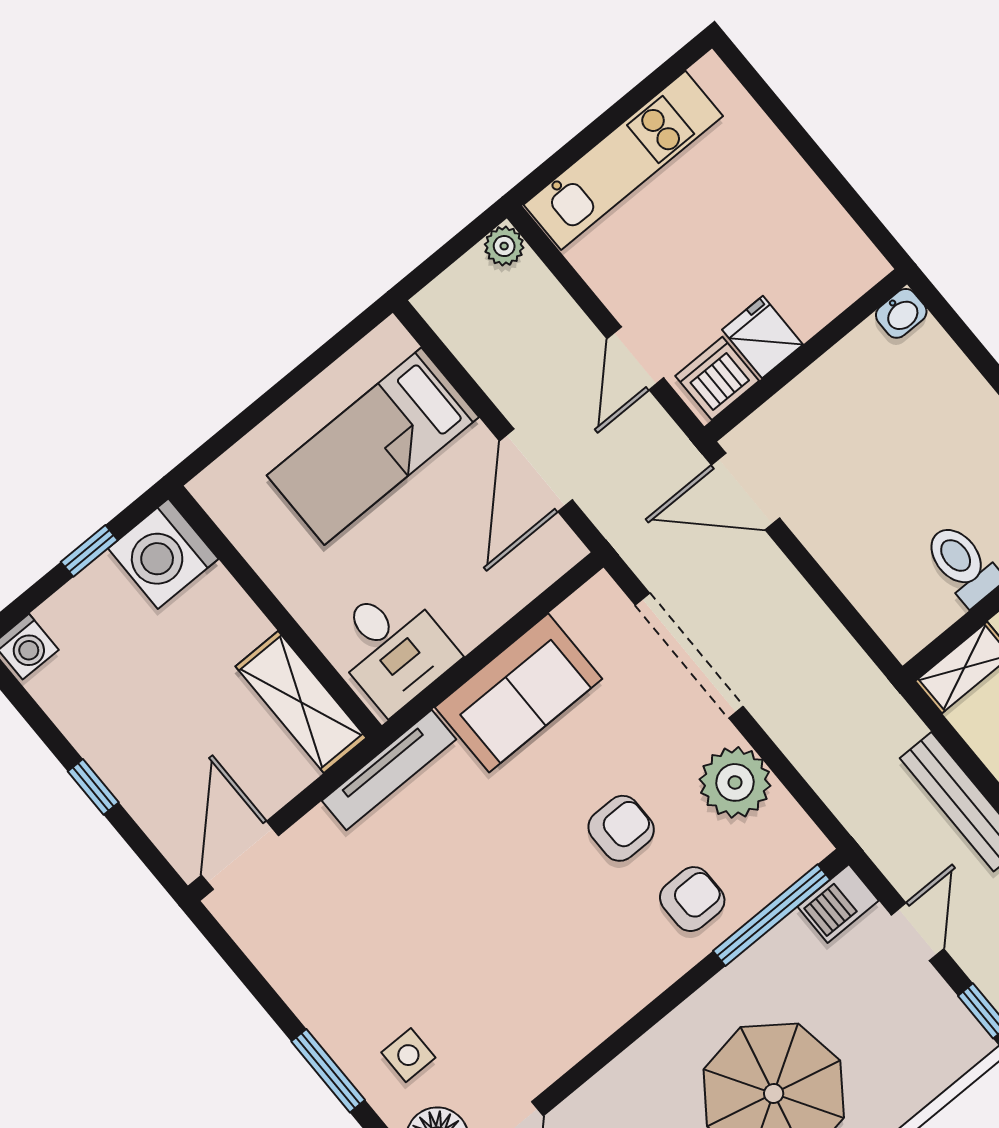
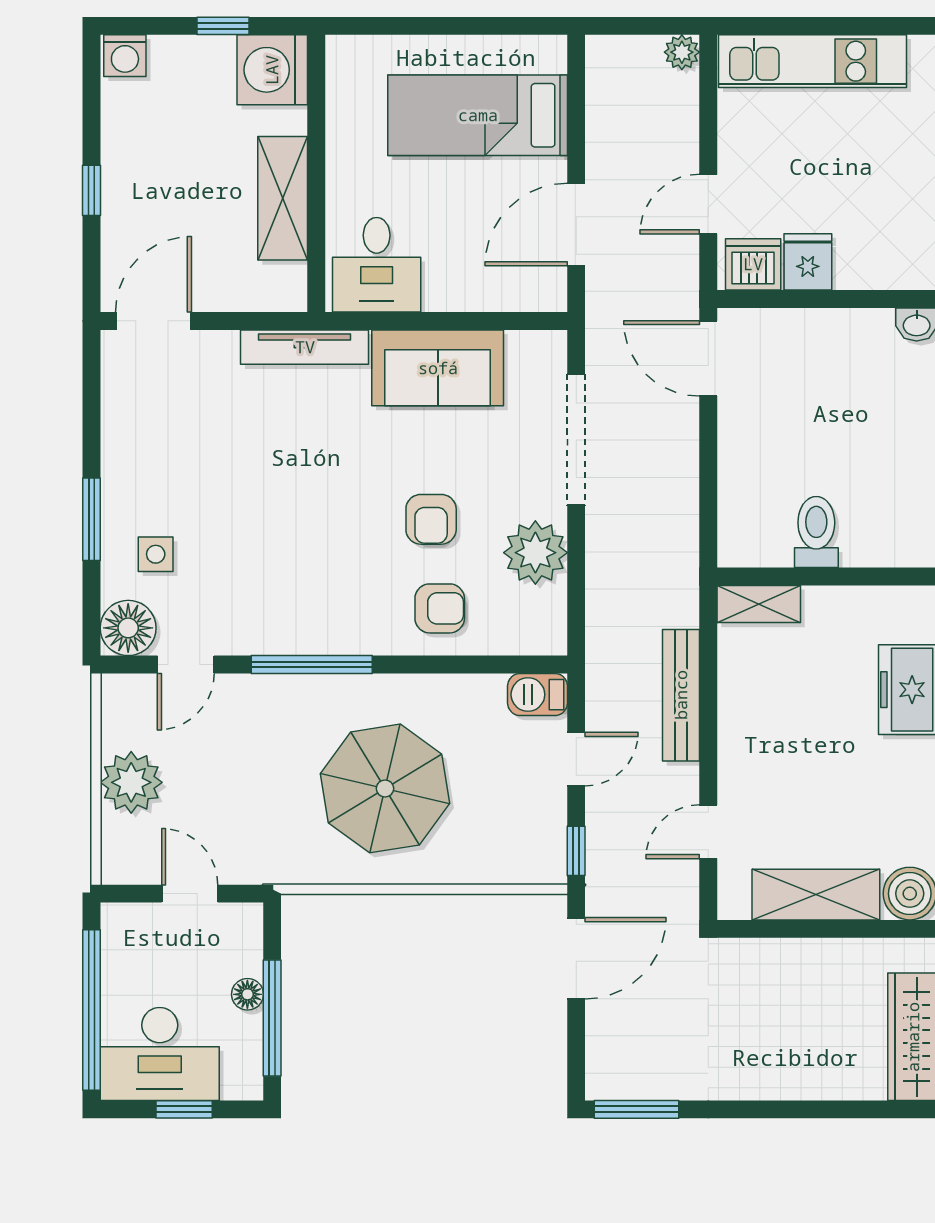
shelving: (301, 702) -> (283, 198), moved
armchair: (621, 828) -> (431, 519), turned 90
window: (771, 915) -> (312, 665), moved

